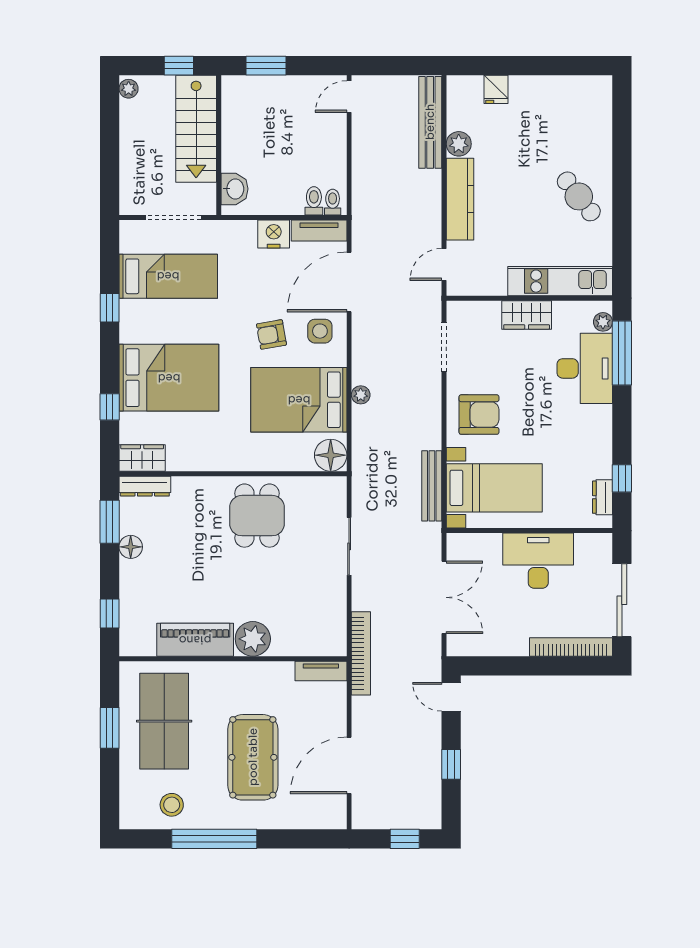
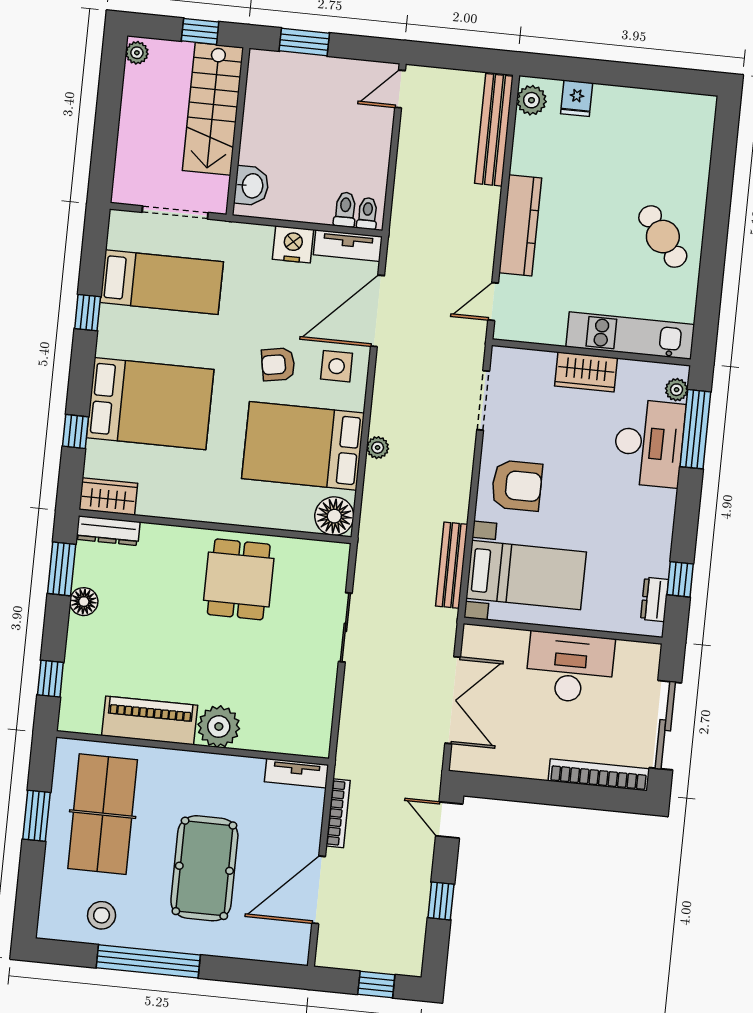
plant: (459, 144) -> (531, 100), moved
bookcase: (361, 653) -> (338, 813), moved, width x0.68, depth x0.76

